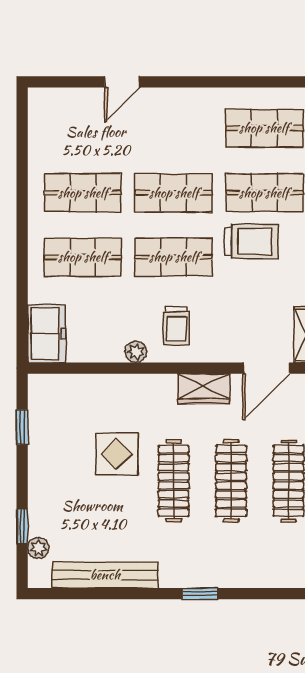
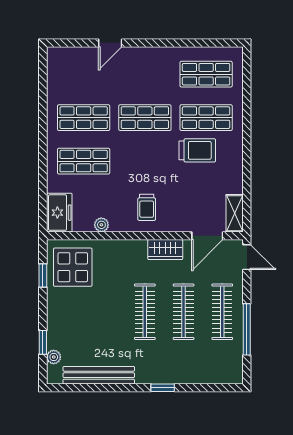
shop shelf: (174, 257) -> (145, 161), removed
plant: (136, 352) -> (101, 225), moved
display table: (117, 454) -> (73, 267), moved, width x1.36, depth x1.36

